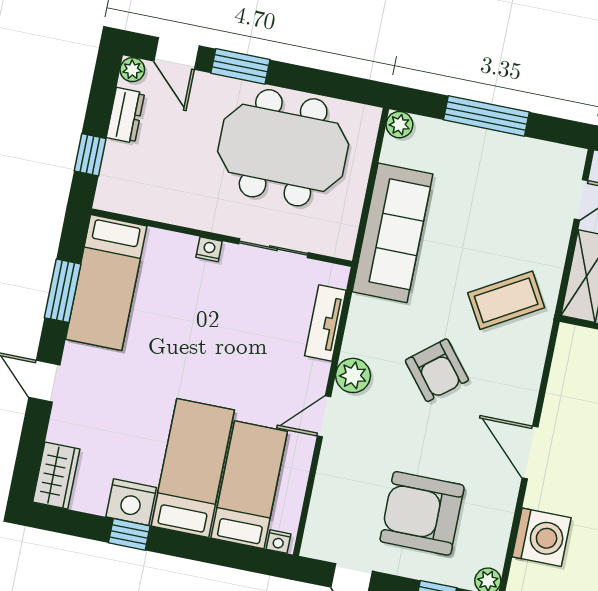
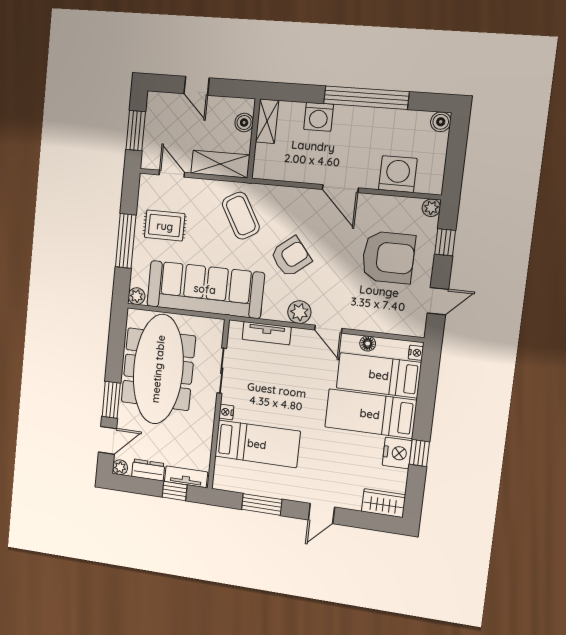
meeting table: (283, 148) -> (158, 369), width x1.36
tv unit: (112, 175) -> (186, 477), added
rug: (504, 180) -> (165, 226), added
sofa: (393, 233) -> (205, 289), width x1.36, depth x1.27
bed: (106, 283) -> (257, 444), moved
door: (530, 453) -> (340, 189), hinge flipped
floor lamp: (298, 473) -> (368, 344), added
armchair: (422, 513) -> (388, 257), turned -90

